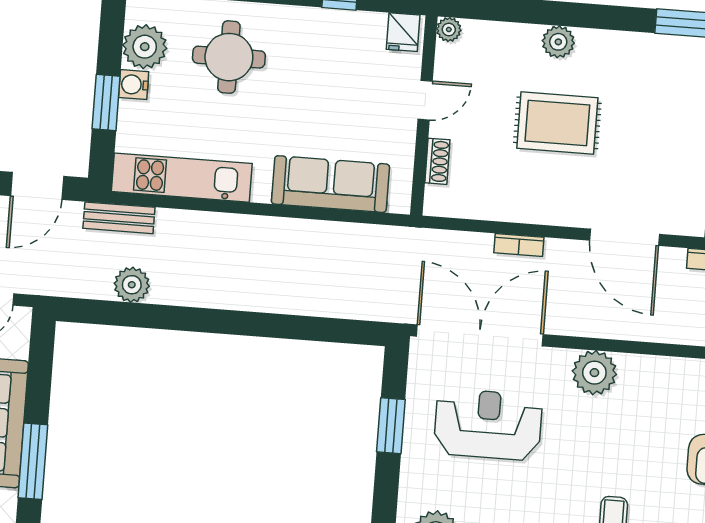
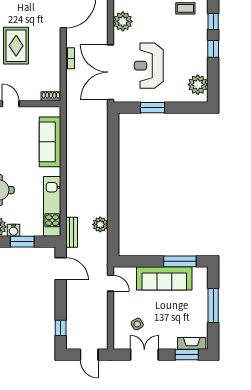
shoe rack: (437, 161) -> (51, 96), moved

